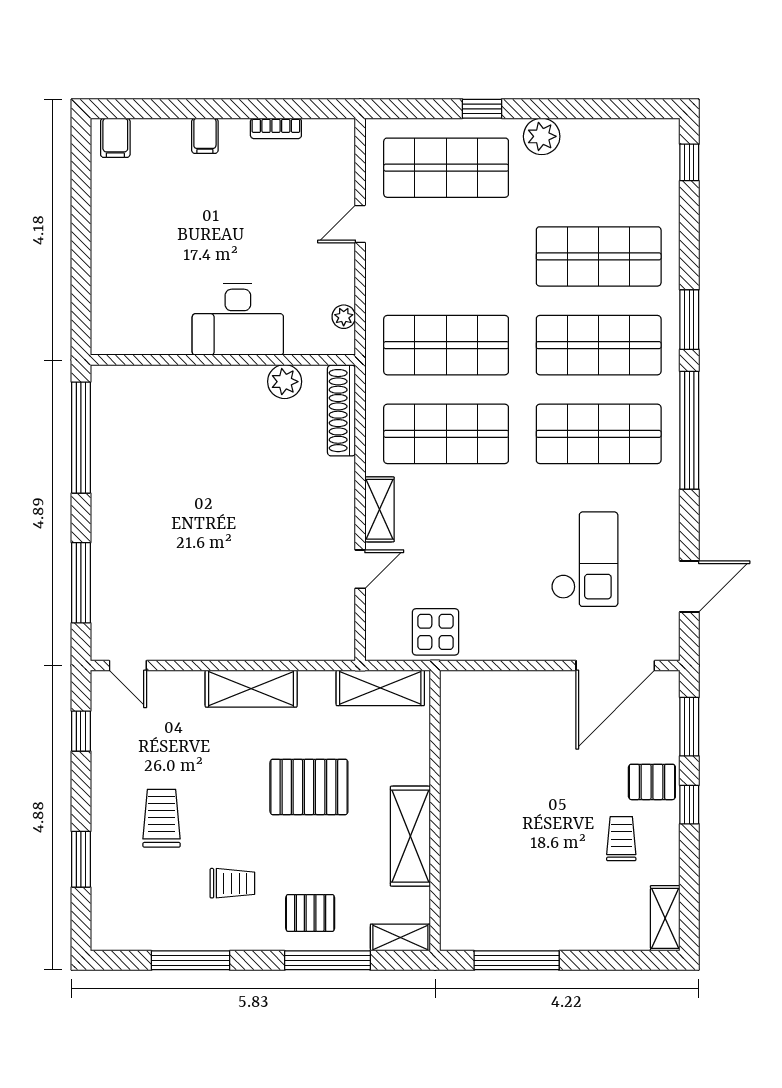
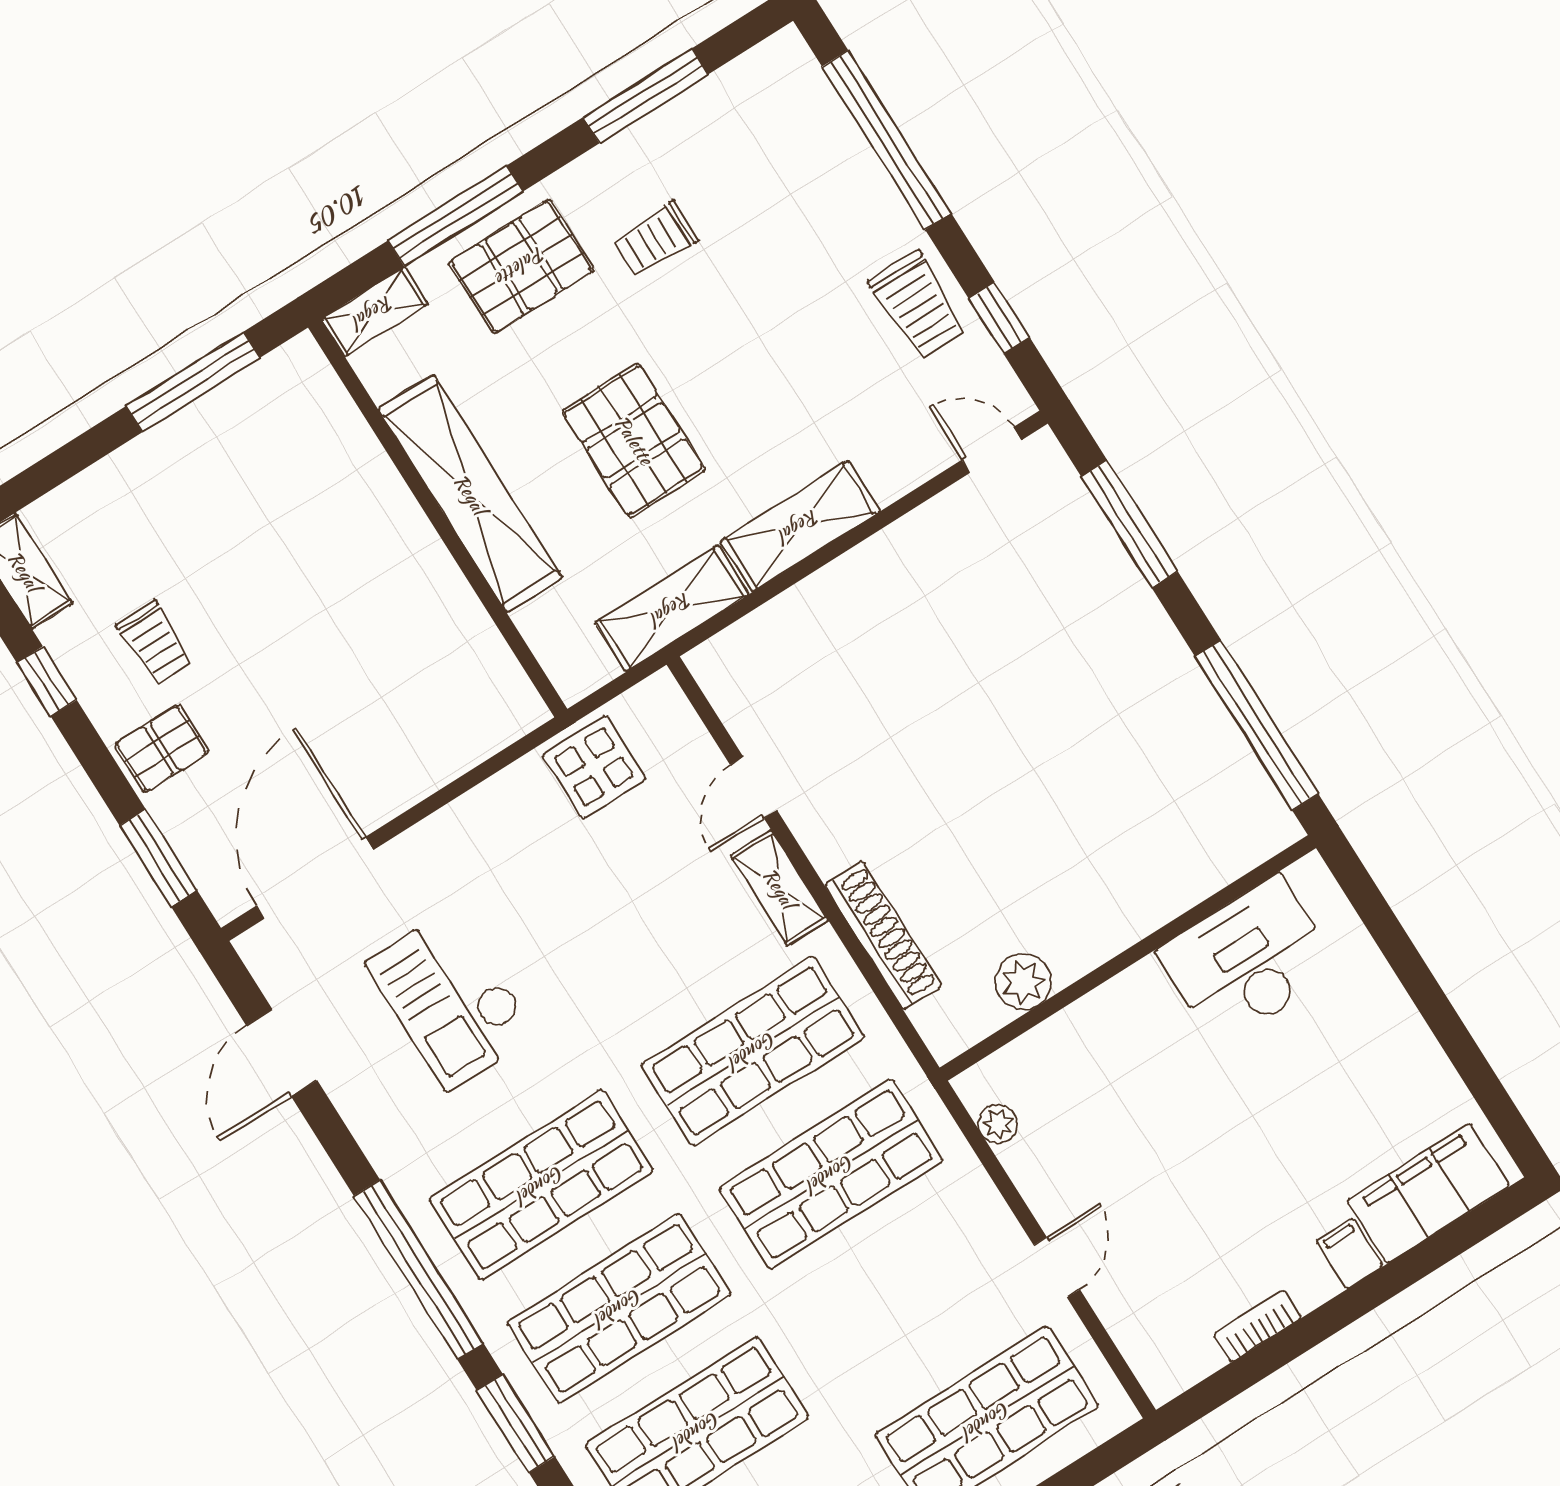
filing cabinet: (115, 138) -> (1428, 1193), width x3.00, depth x1.17
desk: (238, 319) -> (1248, 961), moved
shoe rack: (341, 411) -> (883, 935), moved
shelving: (380, 688) -> (672, 609), moved
pallet: (309, 787) -> (634, 440), turned 90
window: (689, 805) -> (47, 681), moved
trolley: (162, 818) -> (918, 305), moved
shelving: (410, 836) -> (470, 494), width x1.47
window: (81, 859) -> (887, 140), width x2.11
pallet: (310, 913) -> (521, 266), width x1.50, depth x1.42

